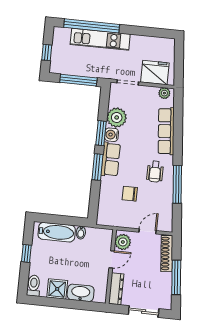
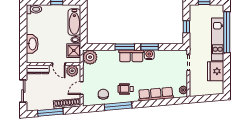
fridge: (155, 73) -> (216, 71), moved, turned 180
window: (78, 80) -> (186, 27), width x0.46
plant: (117, 117) -> (90, 57), moved
chair: (130, 194) -> (103, 94), moved
door: (148, 231) -> (82, 88), swing flipped
shower: (57, 289) -> (74, 51), moved

